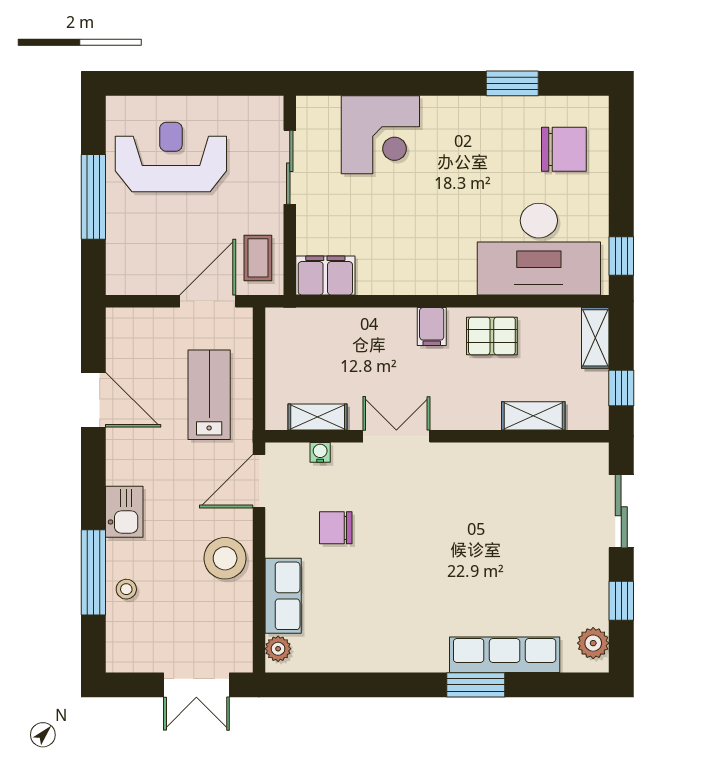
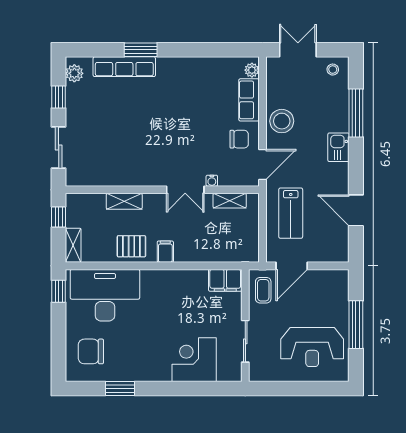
shelving: (533, 416) -> (124, 201), moved
water cooler: (320, 452) -> (212, 181), moved
chair: (336, 528) -> (239, 139), moved
stool: (126, 589) -> (333, 70), moved

